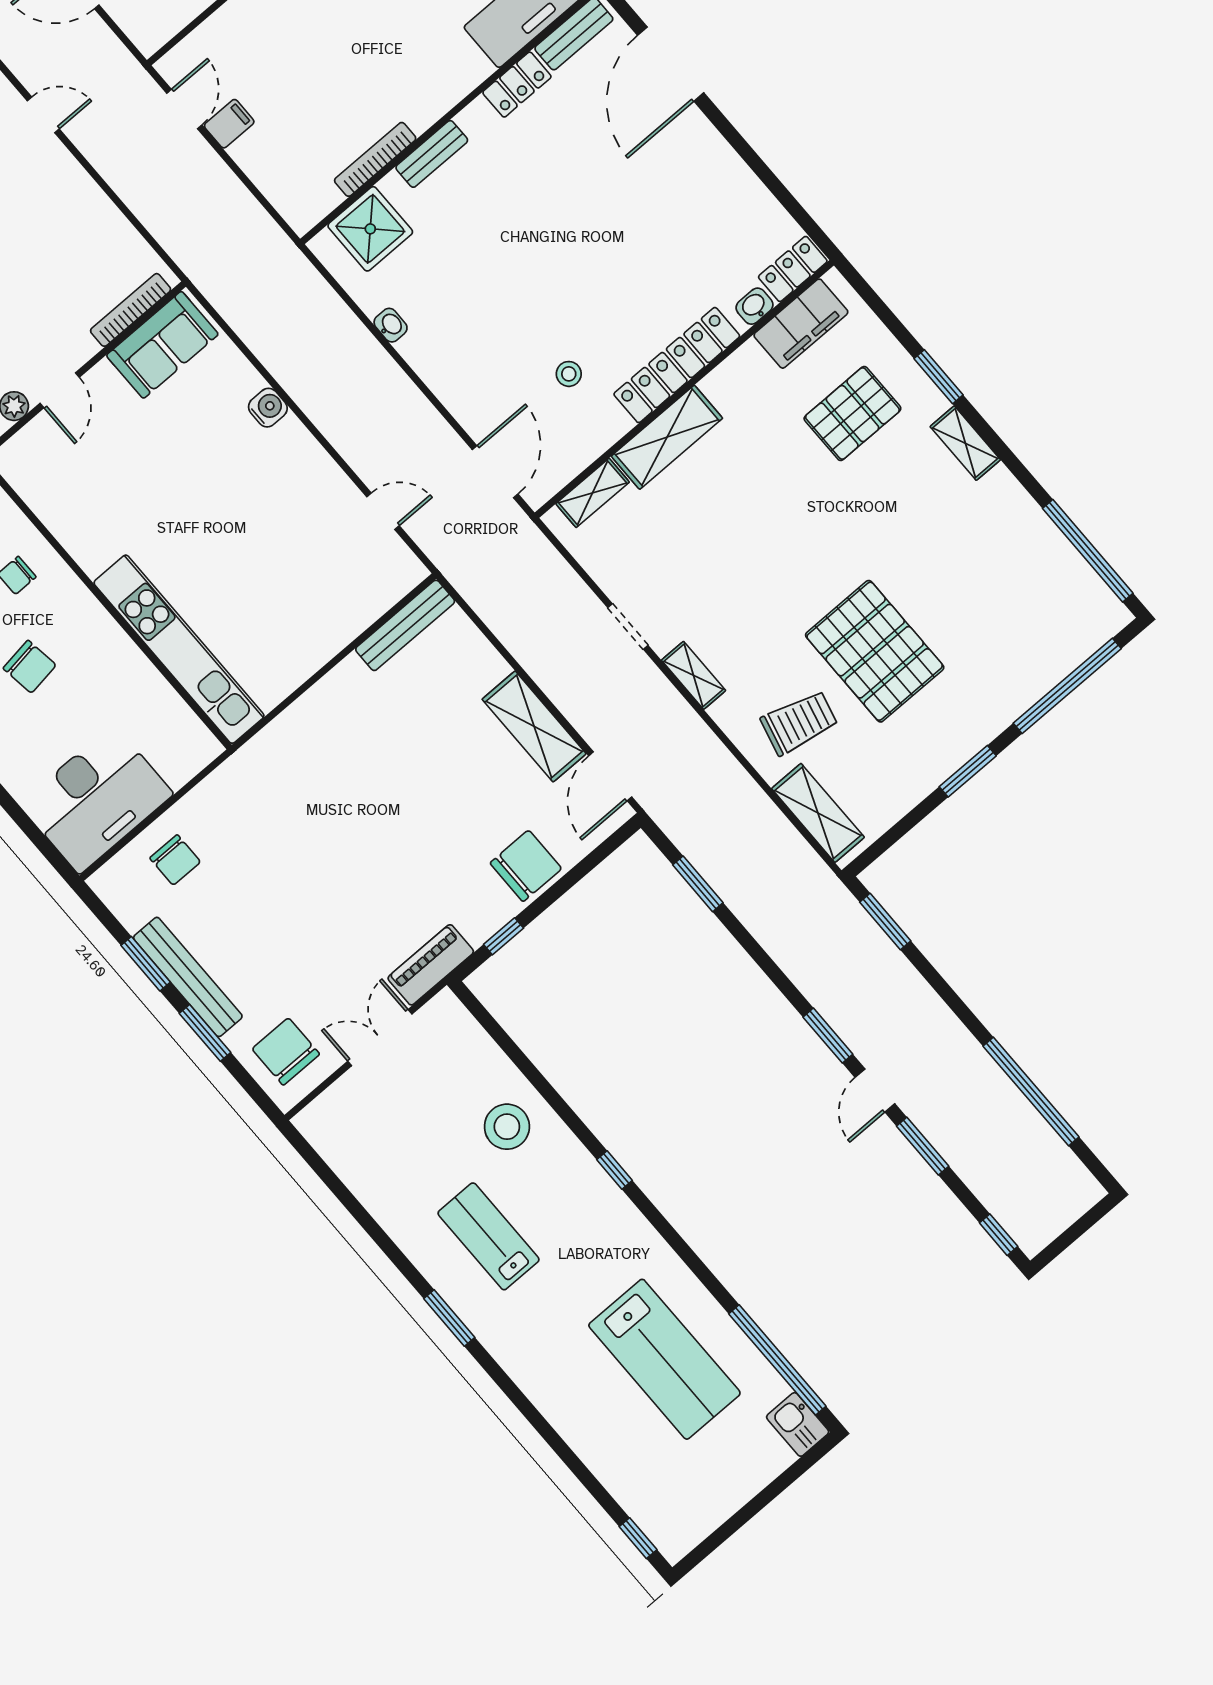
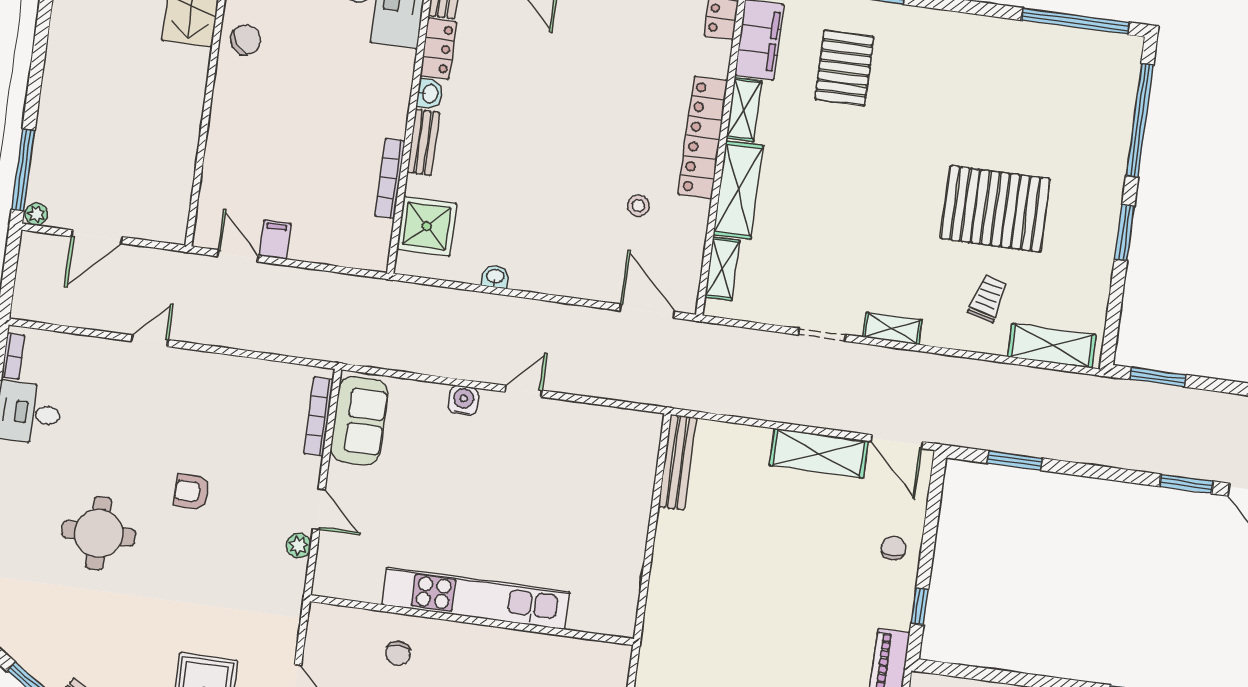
washbasin: (755, 306) -> (429, 94), moved, turned 180
shelving: (965, 443) -> (744, 109), moved, turned 90
door: (383, 511) -> (523, 391), moved
kitchen unit: (179, 649) -> (476, 598), moved
trolley: (799, 723) -> (988, 298), width x0.73, depth x0.72
chair: (526, 866) -> (894, 548), width x0.54, depth x0.54

